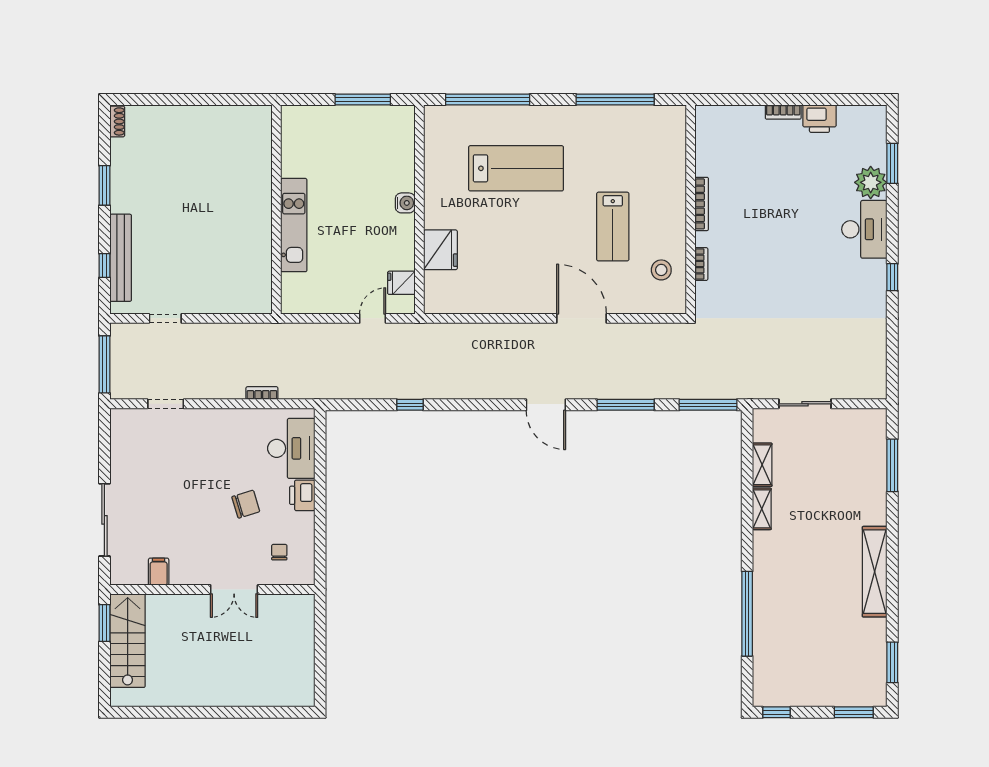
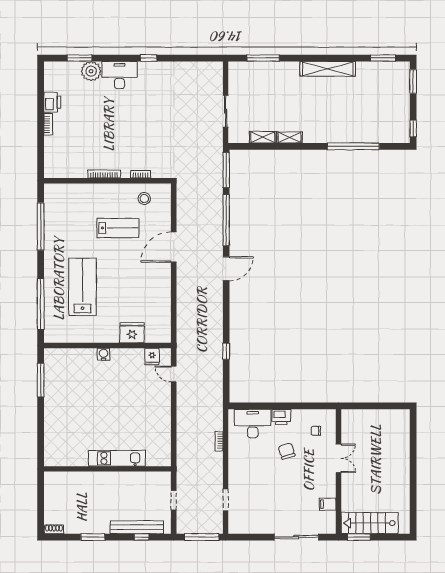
wall: (276, 209) -> (107, 469), moved
kitchen unit: (294, 225) -> (117, 458), moved
window: (626, 405) -> (226, 220), width x1.46

